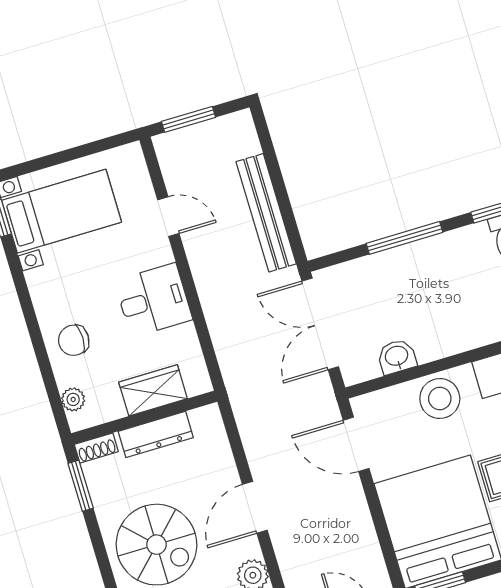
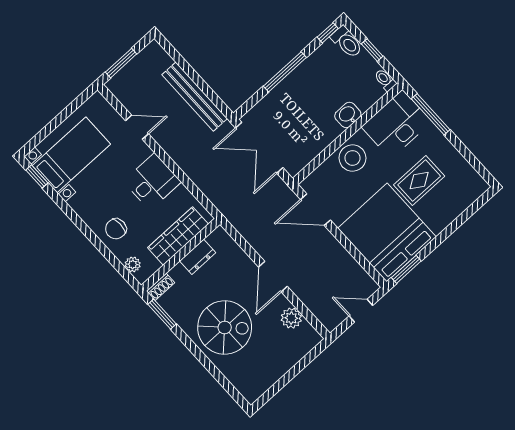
washbasin: (397, 357) -> (348, 115), moved
wardrobe: (153, 390) -> (178, 236), width x1.50
dresser: (156, 434) -> (198, 257), width x0.70

